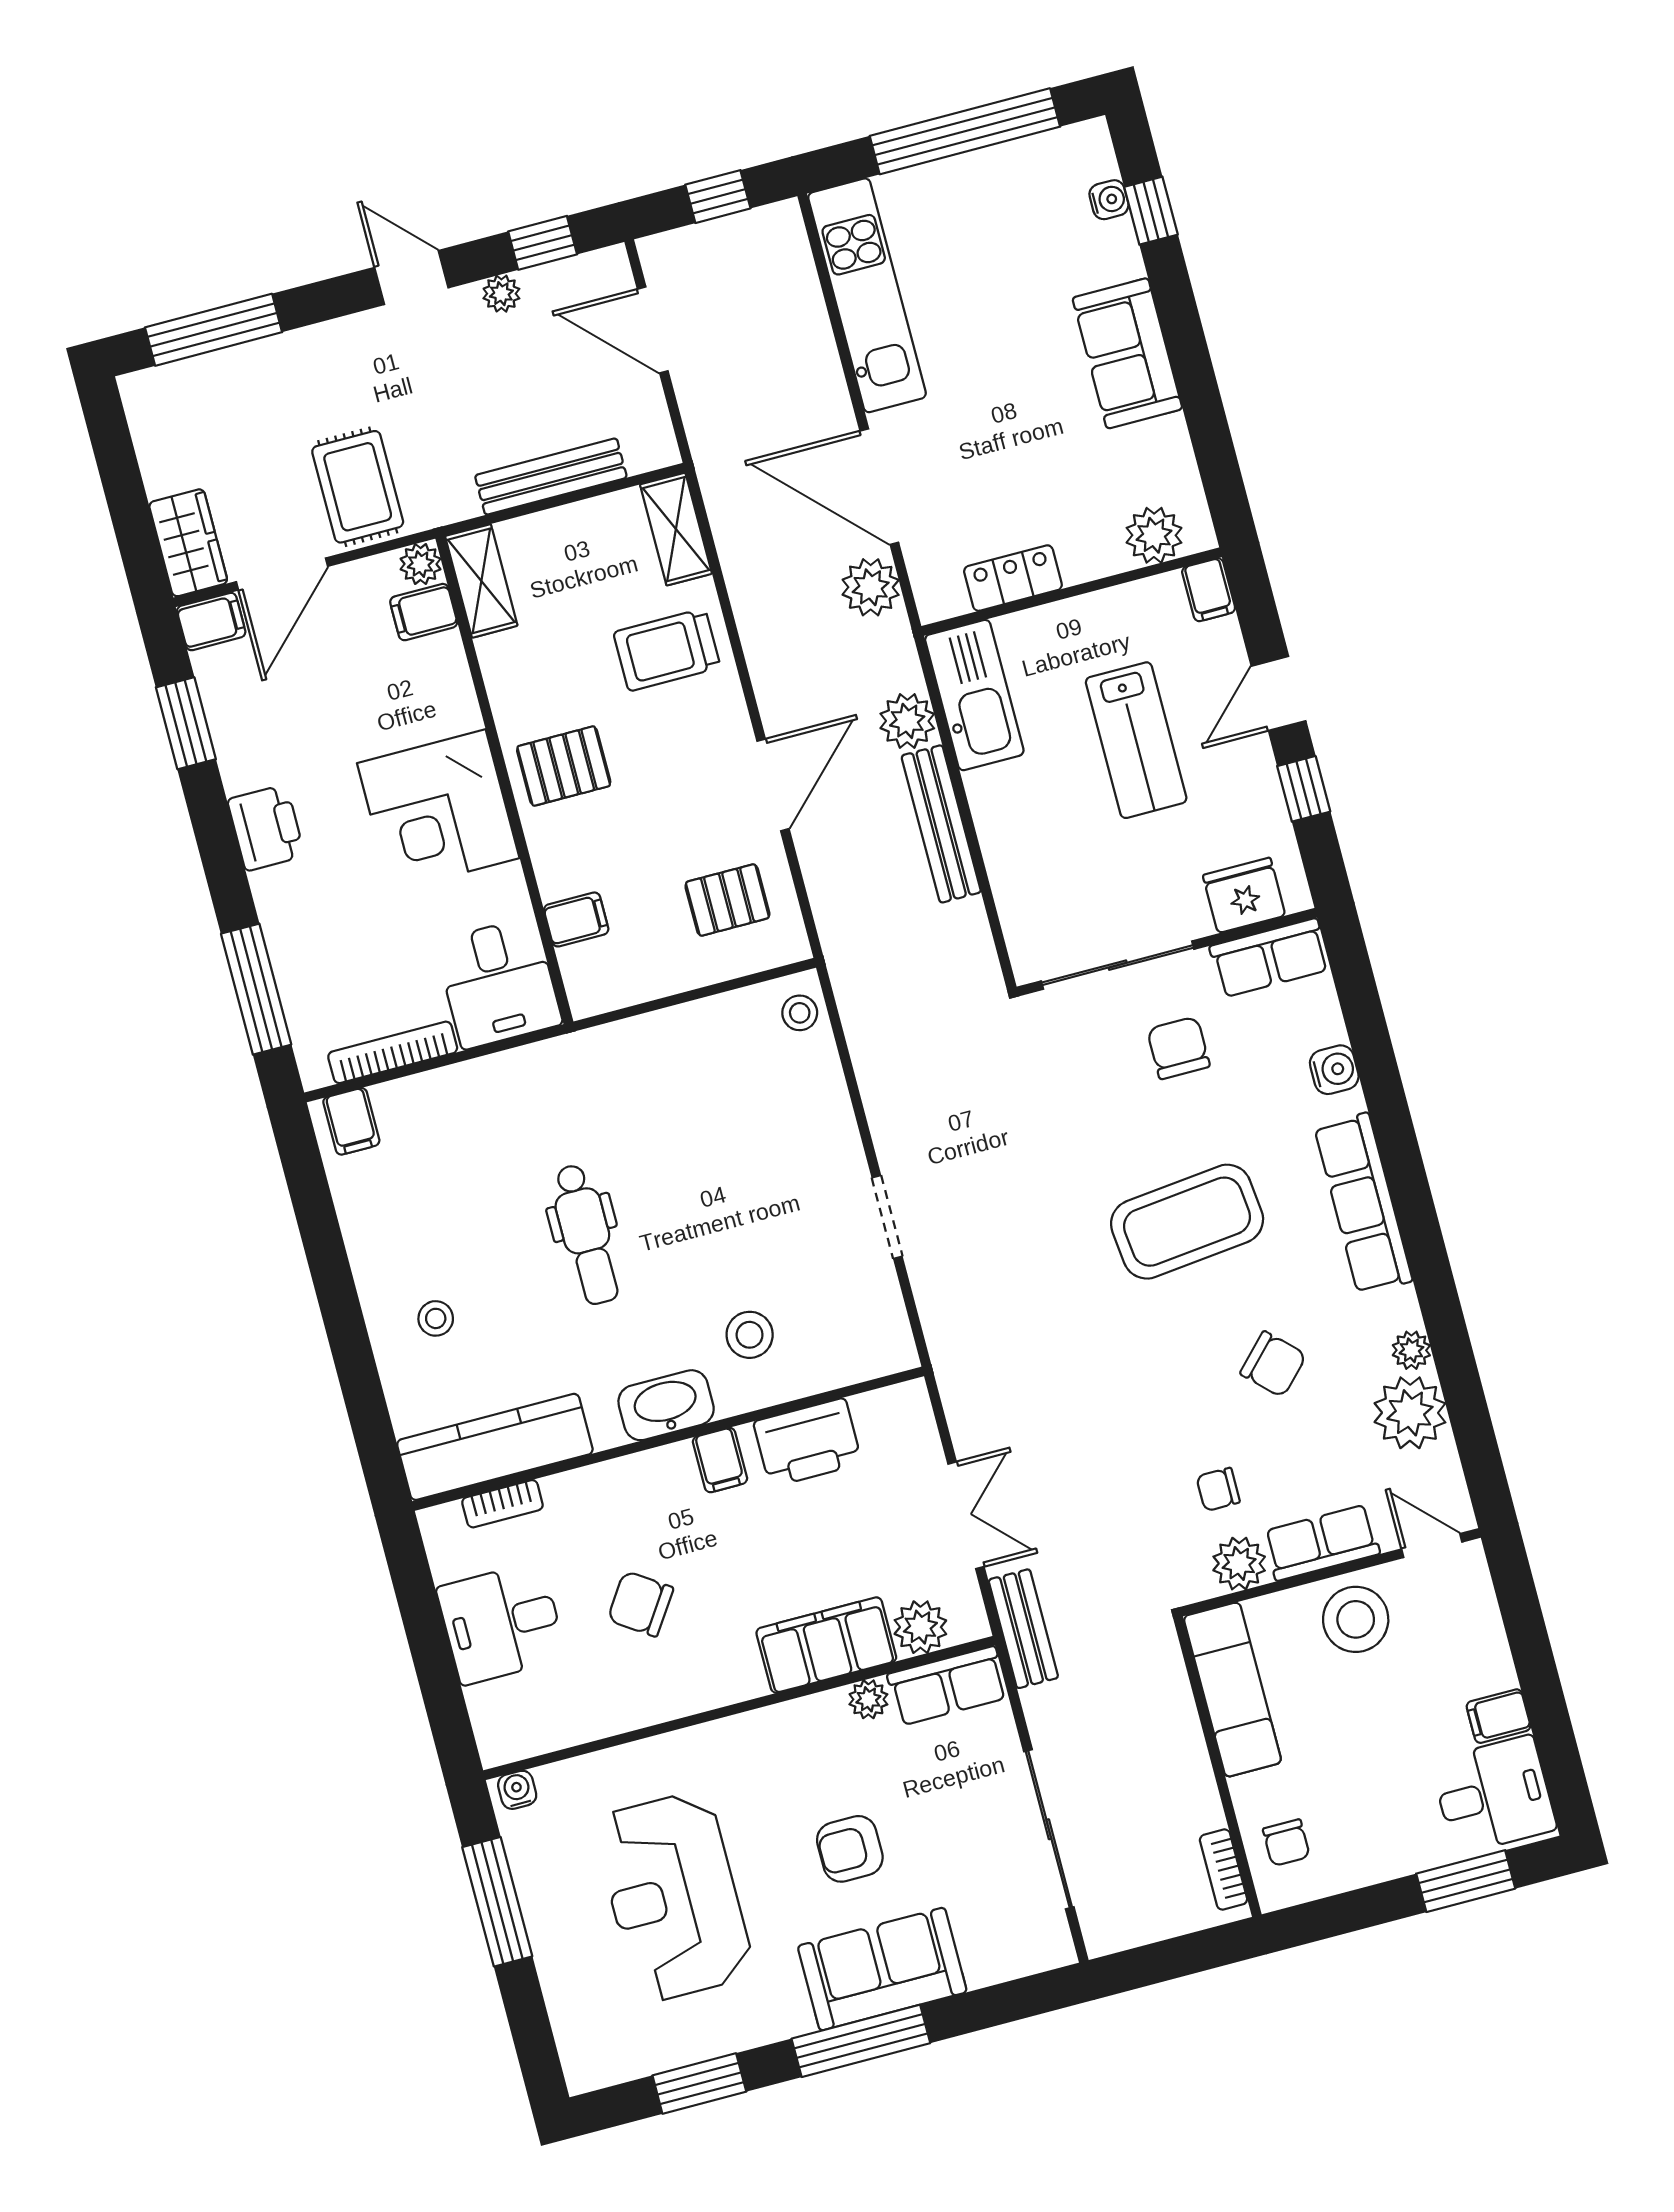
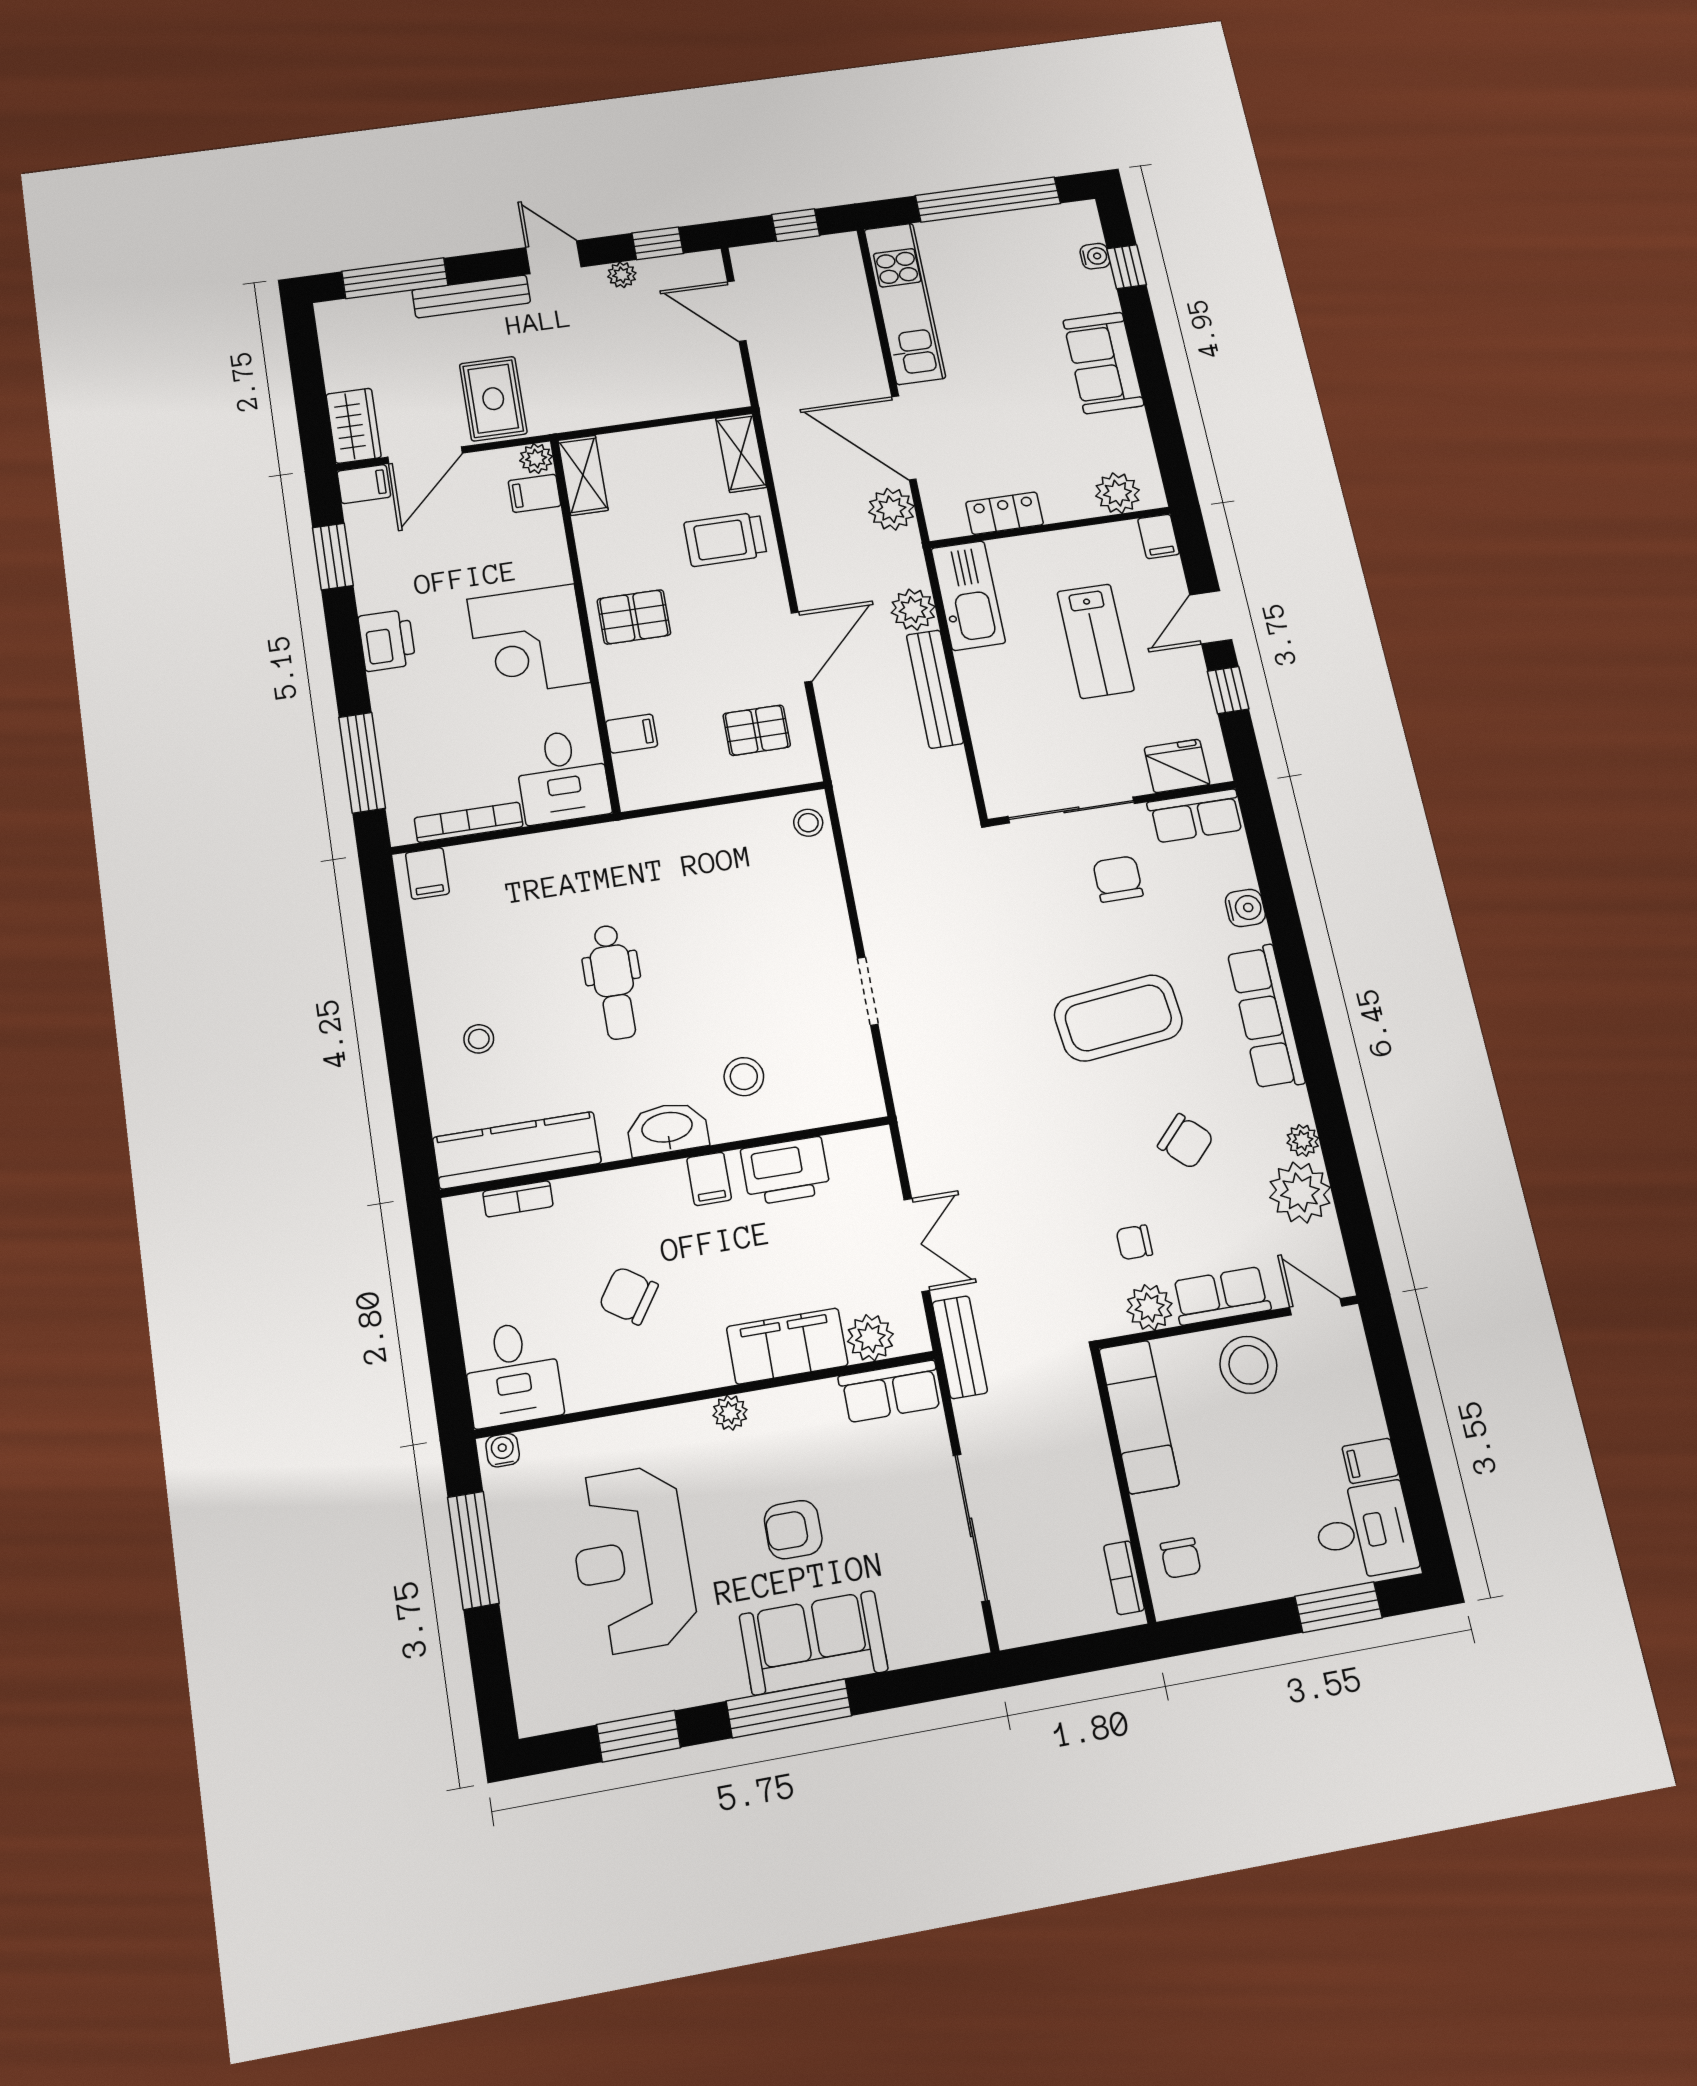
bench: (551, 476) -> (471, 296), moved
desk: (501, 1623) -> (512, 1374), moved, turned -90
plant: (868, 1699) -> (730, 1413), moved

